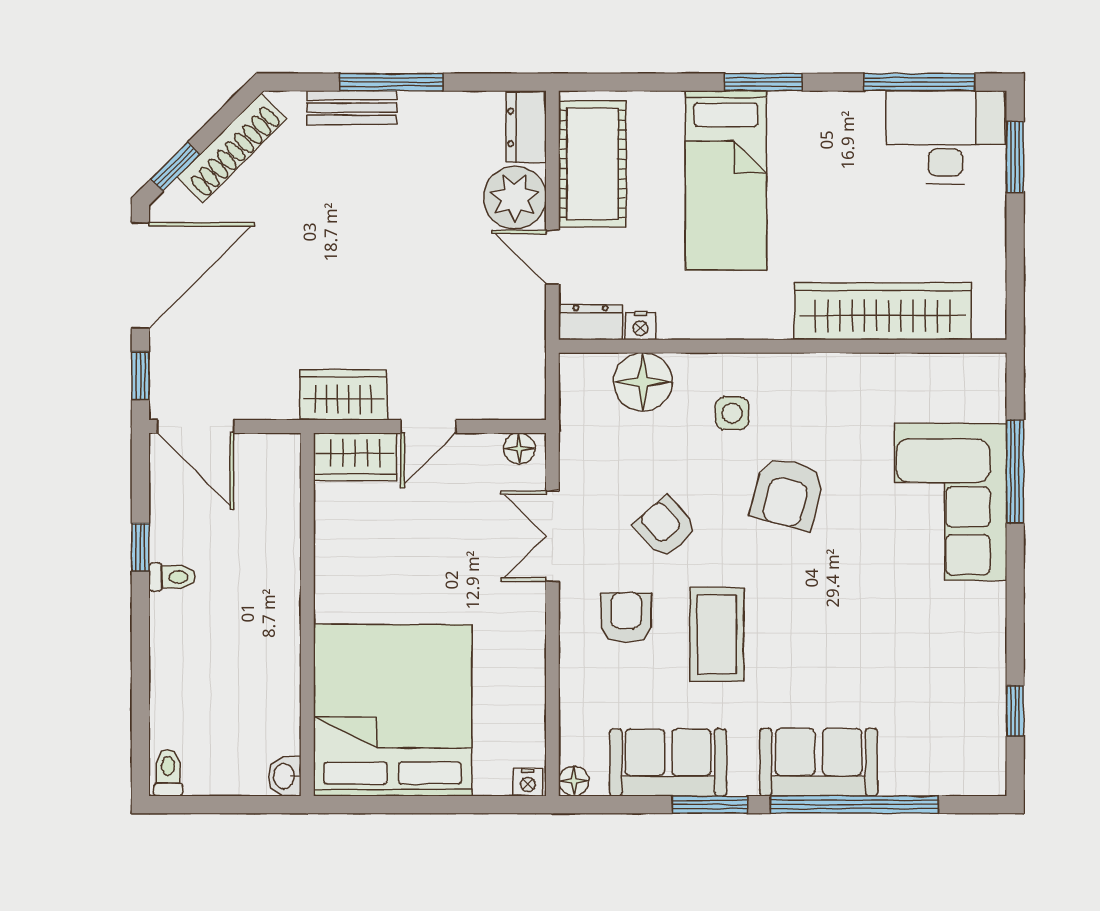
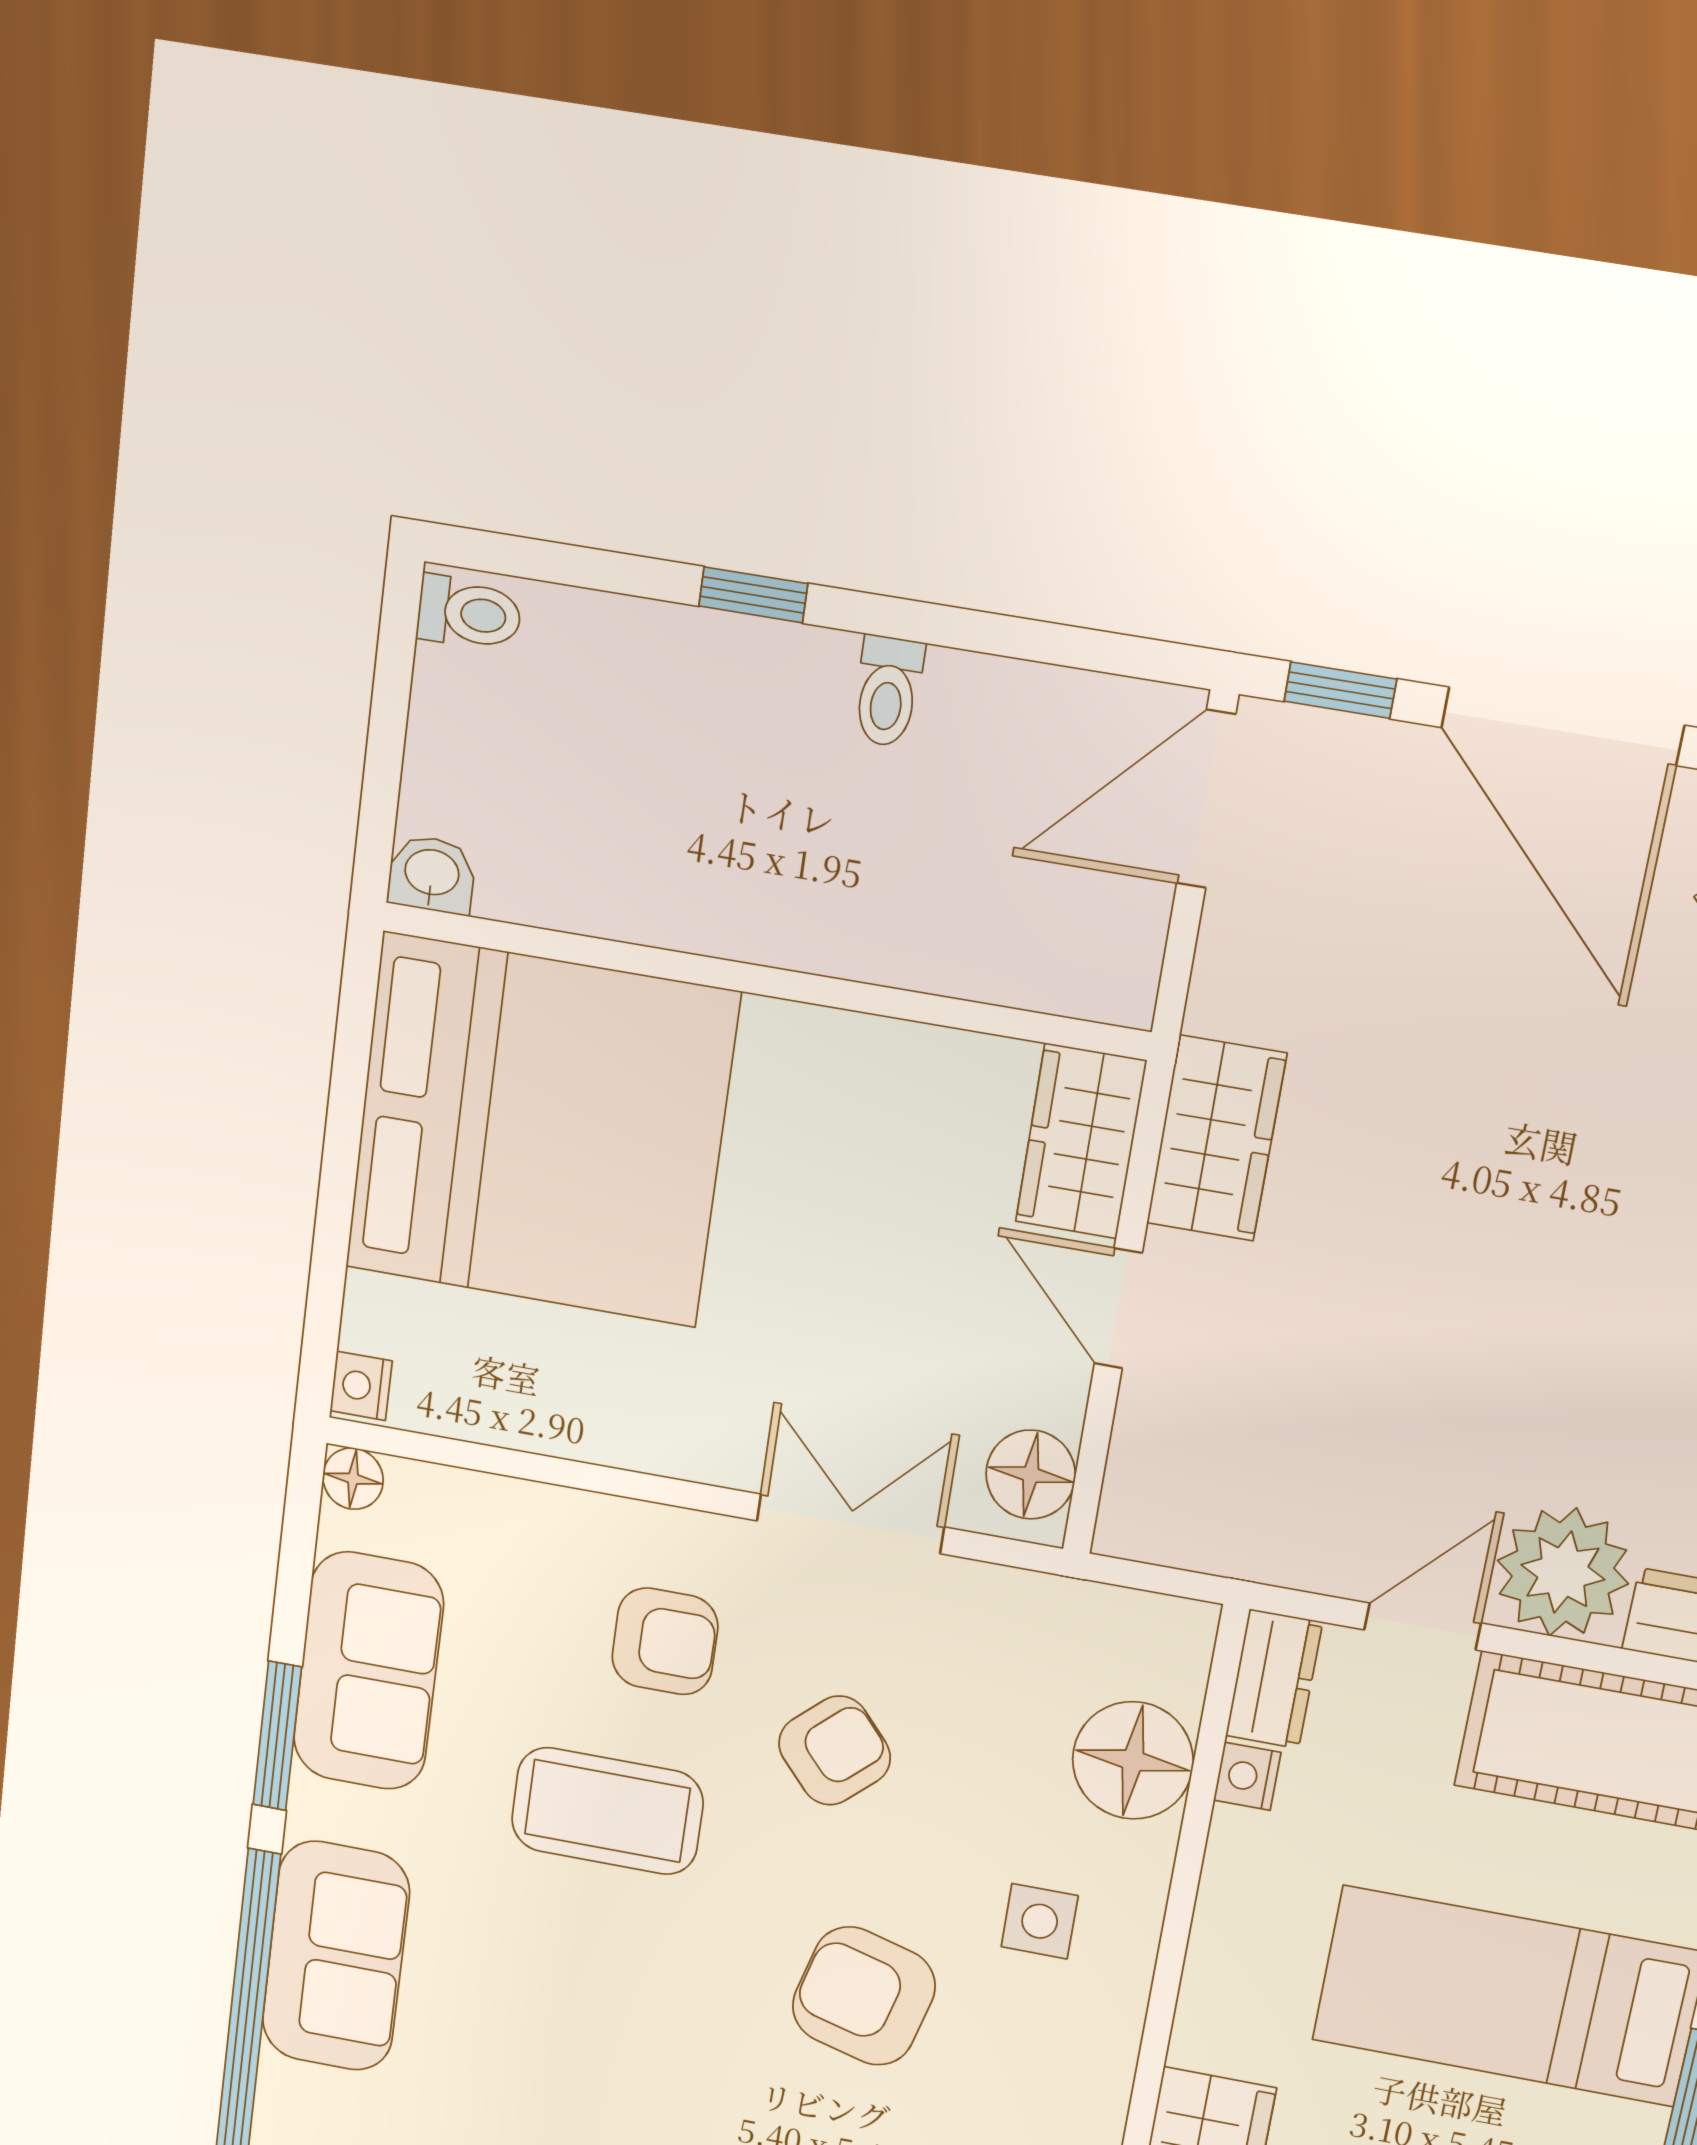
floor lamp: (519, 448) -> (1031, 1475), width x1.37, depth x1.37
window: (140, 547) -> (753, 595), moved

